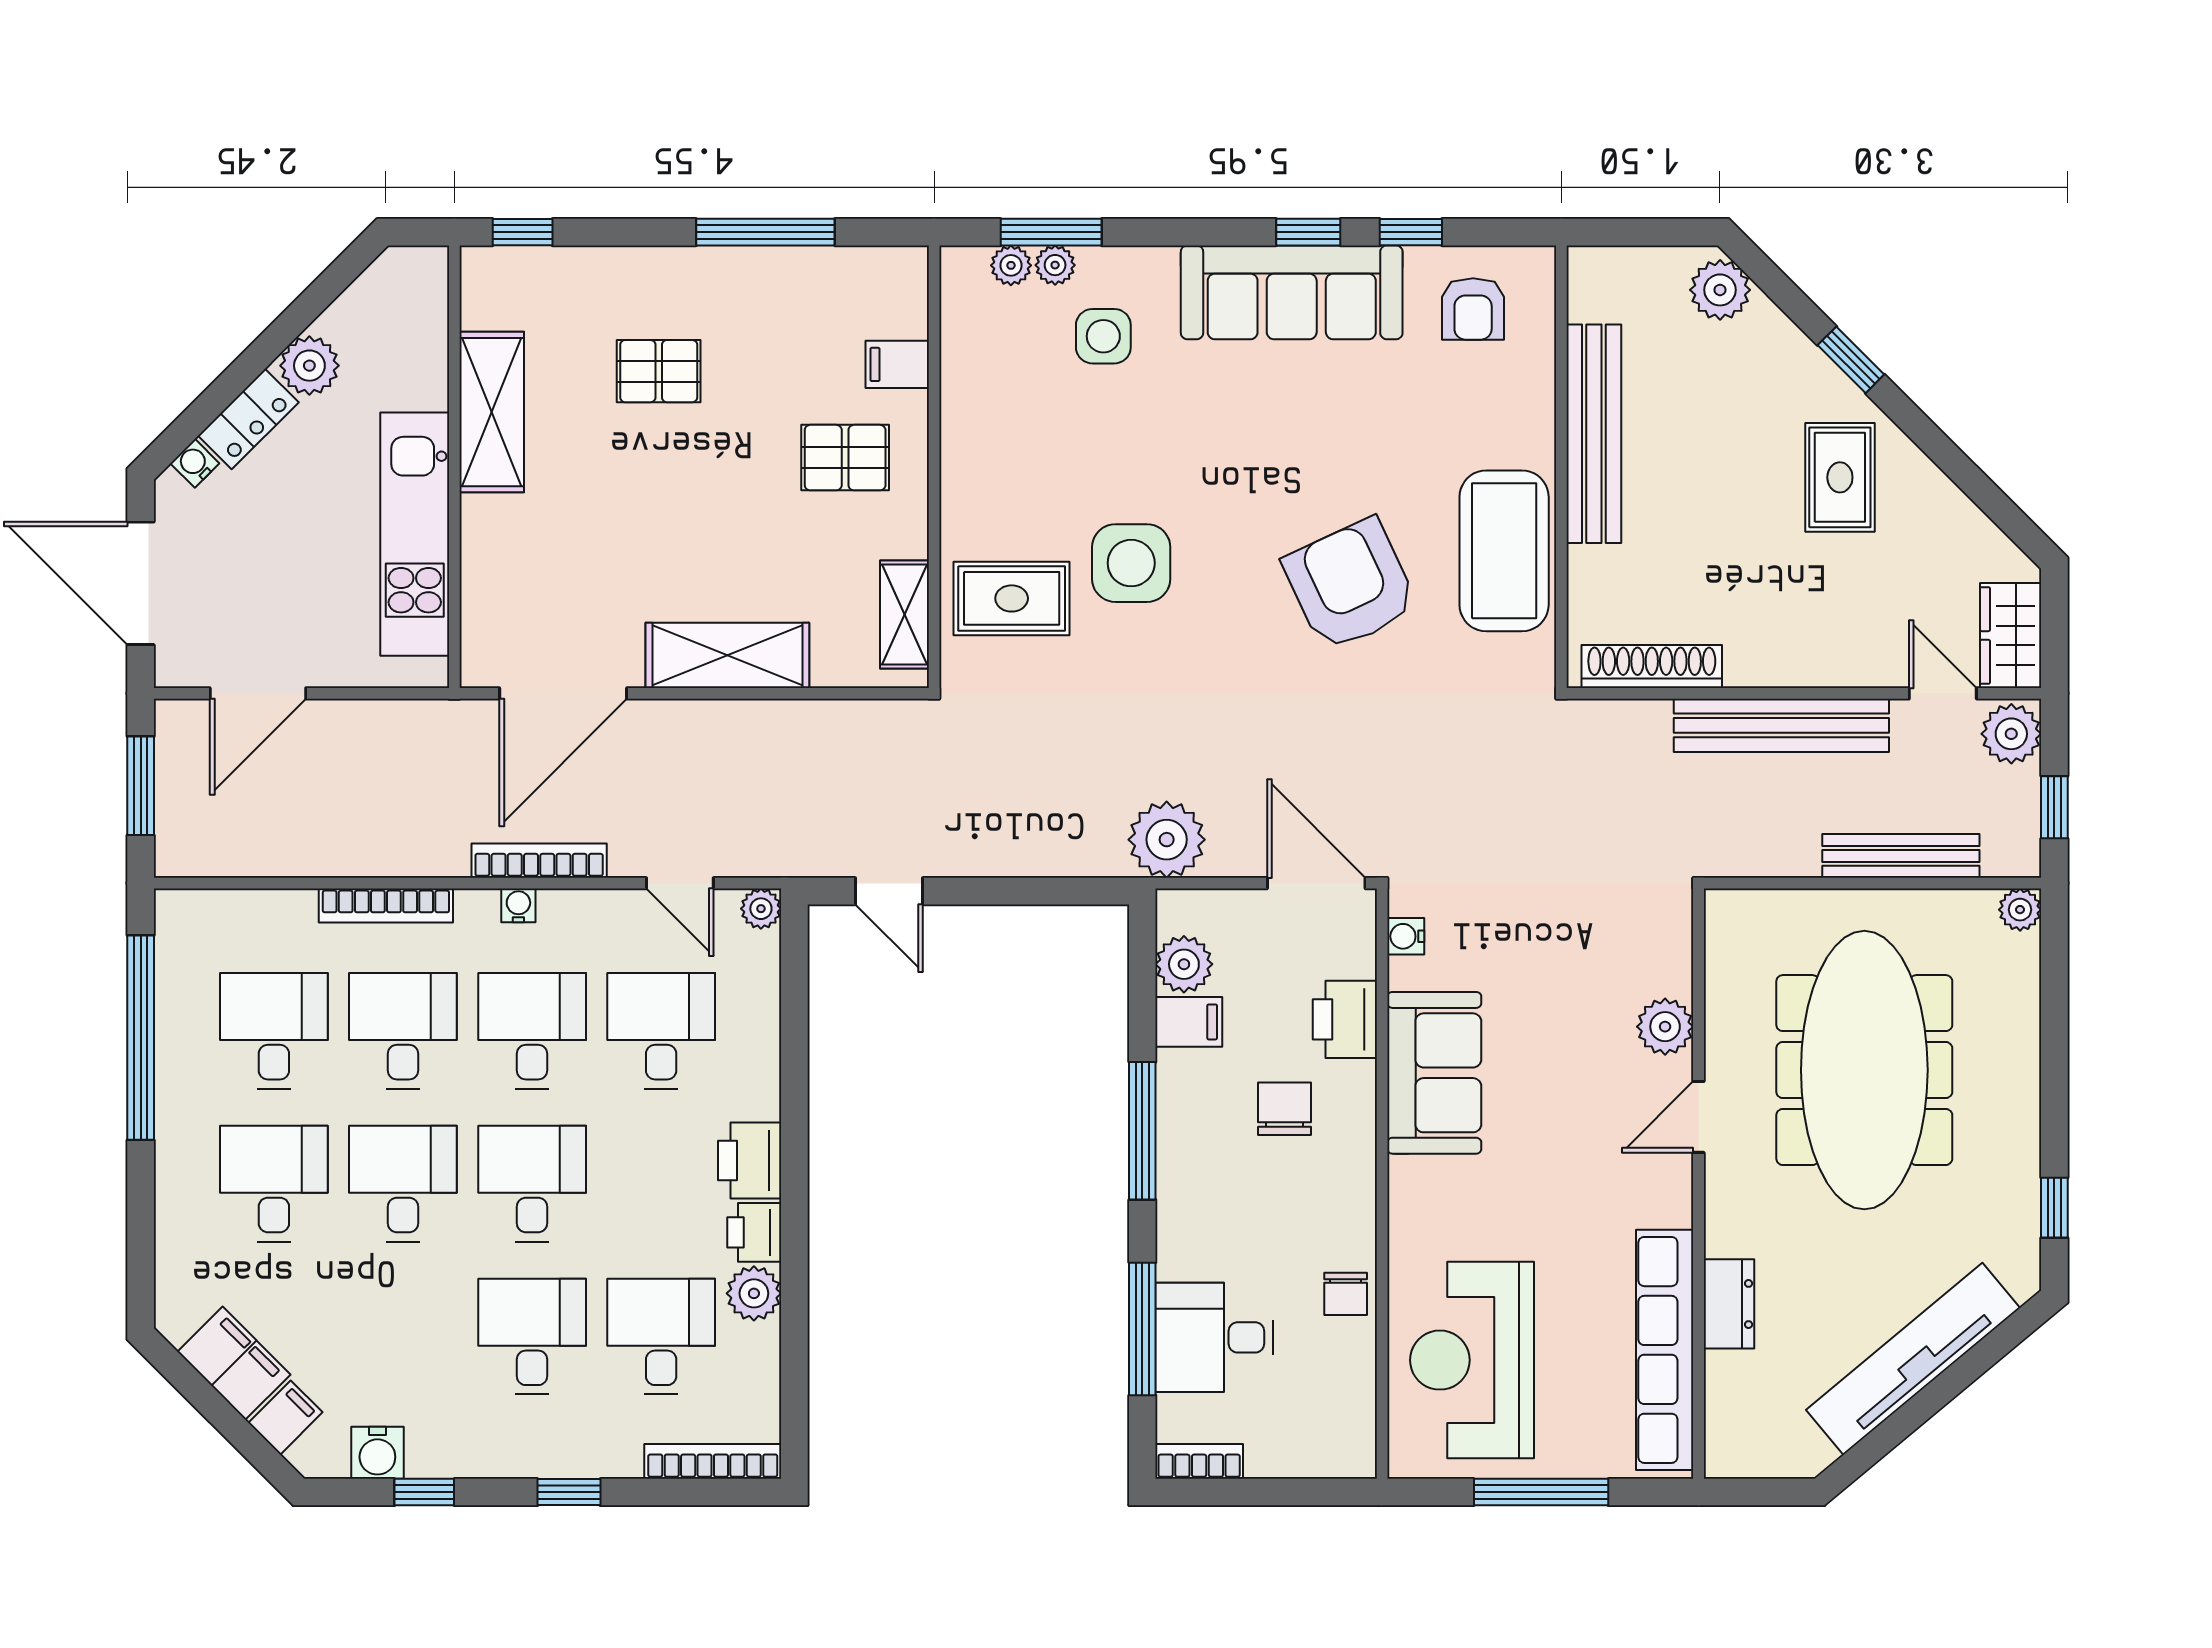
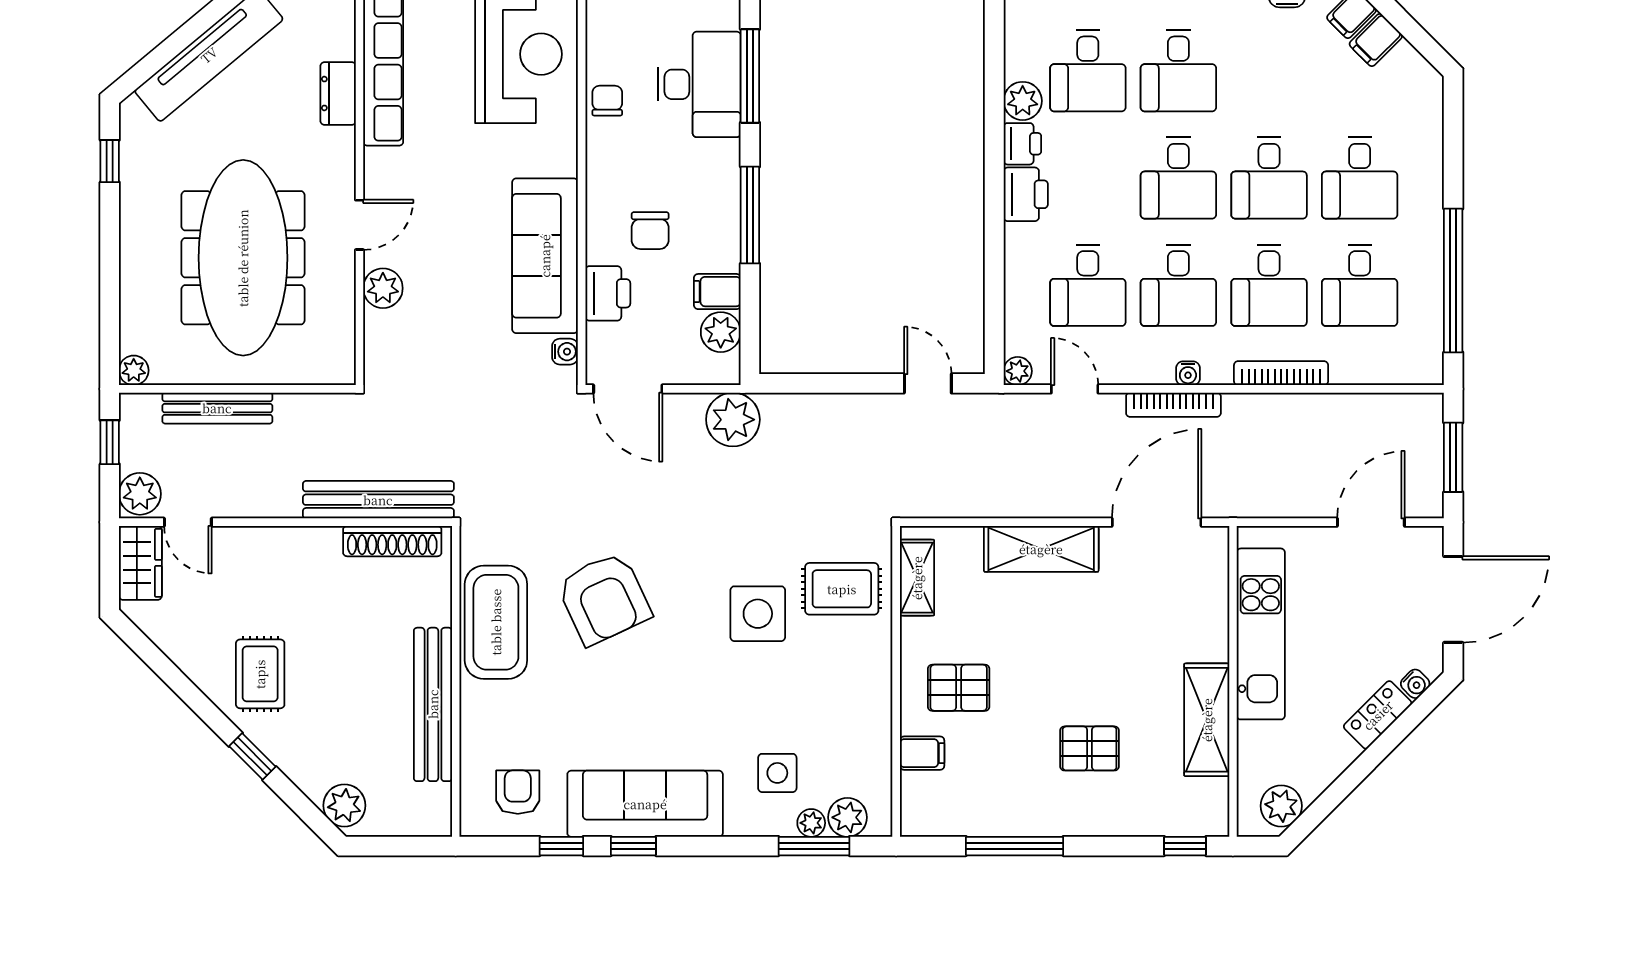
plant: (1011, 265) -> (847, 817), width x1.38, depth x1.38
plant: (309, 366) -> (1281, 806), moved
door: (141, 583) -> (1453, 599), hinge flipped
bench: (1781, 725) -> (378, 500), moved
sofa: (1434, 1073) -> (545, 256), width x1.36
desk: (1214, 1337) -> (699, 84), width x1.37
filing cabinet: (234, 1363) -> (1376, 40), width x0.50

